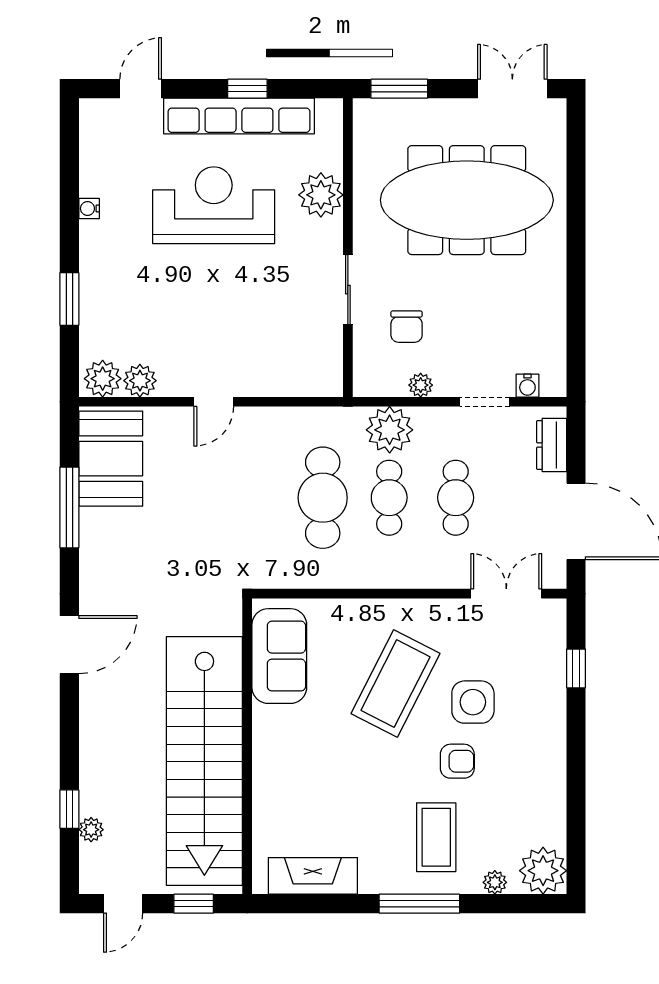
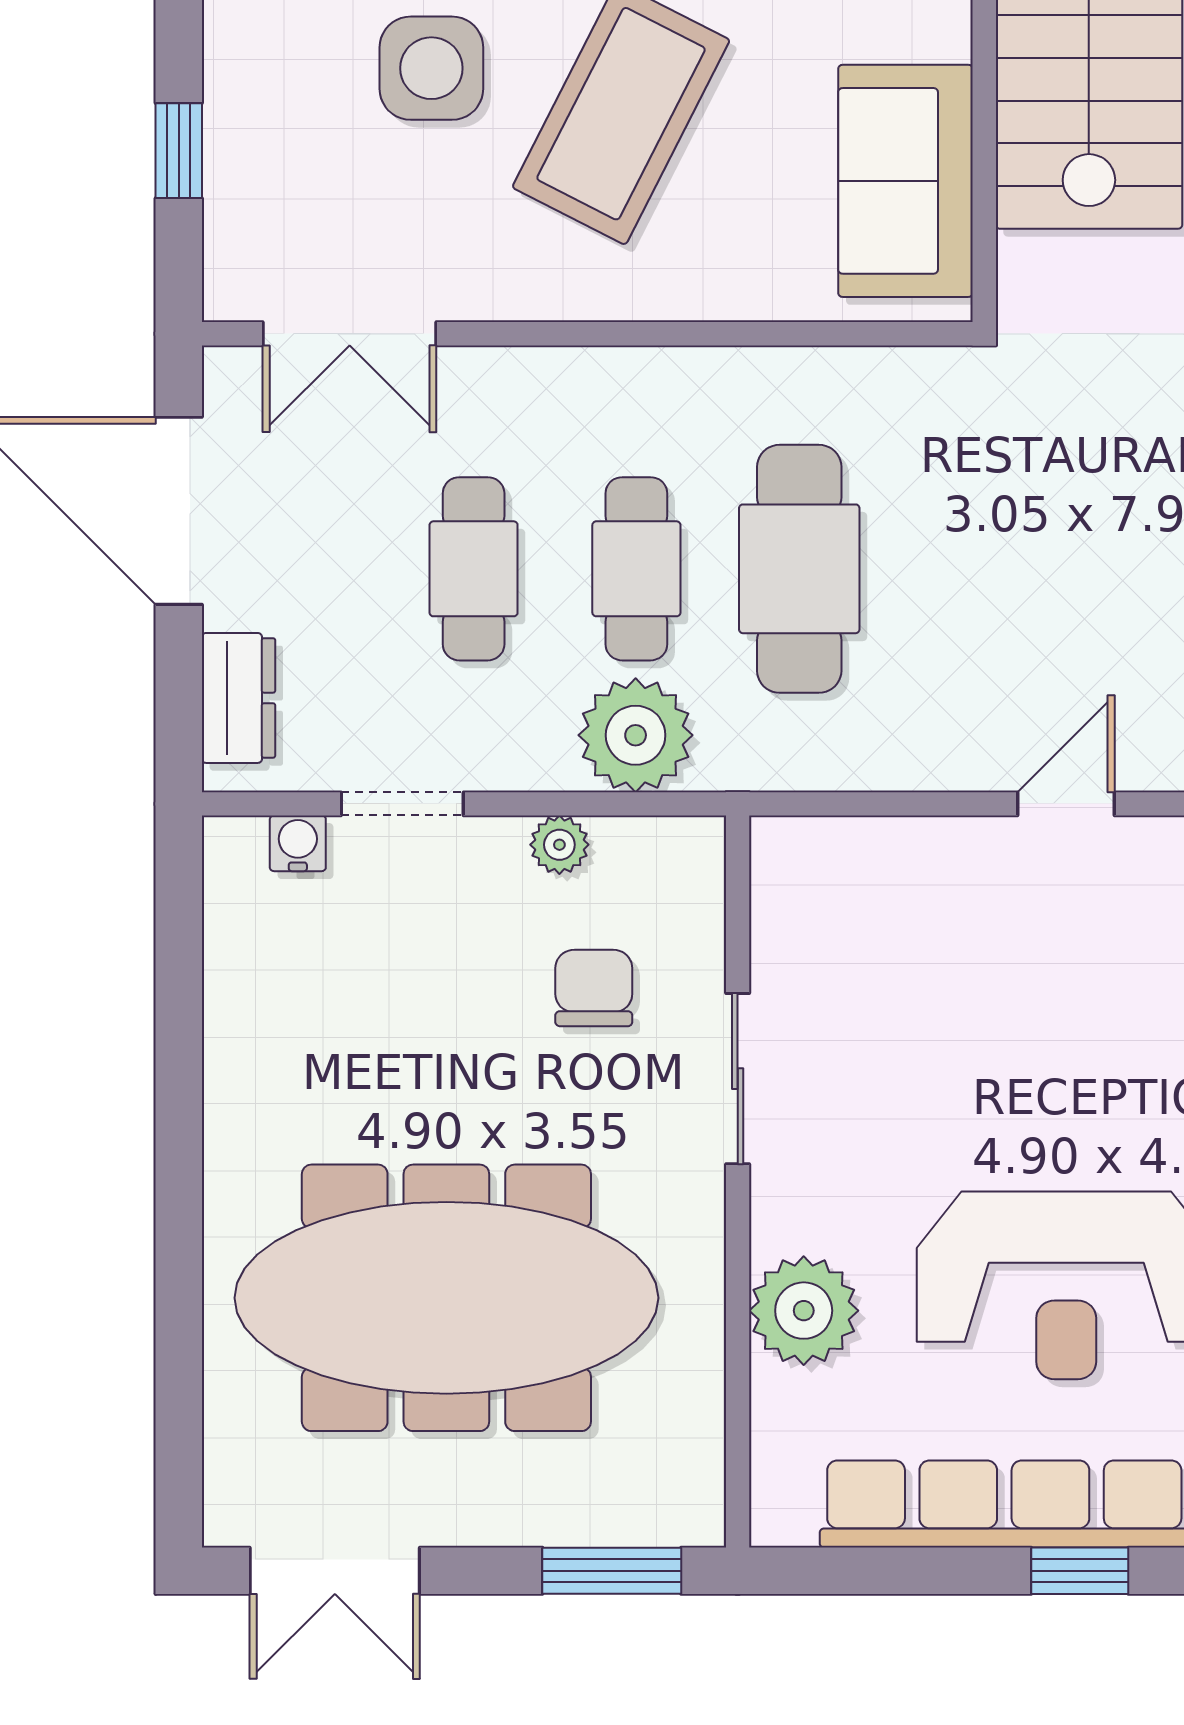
window: (247, 89) -> (1080, 1571), moved

